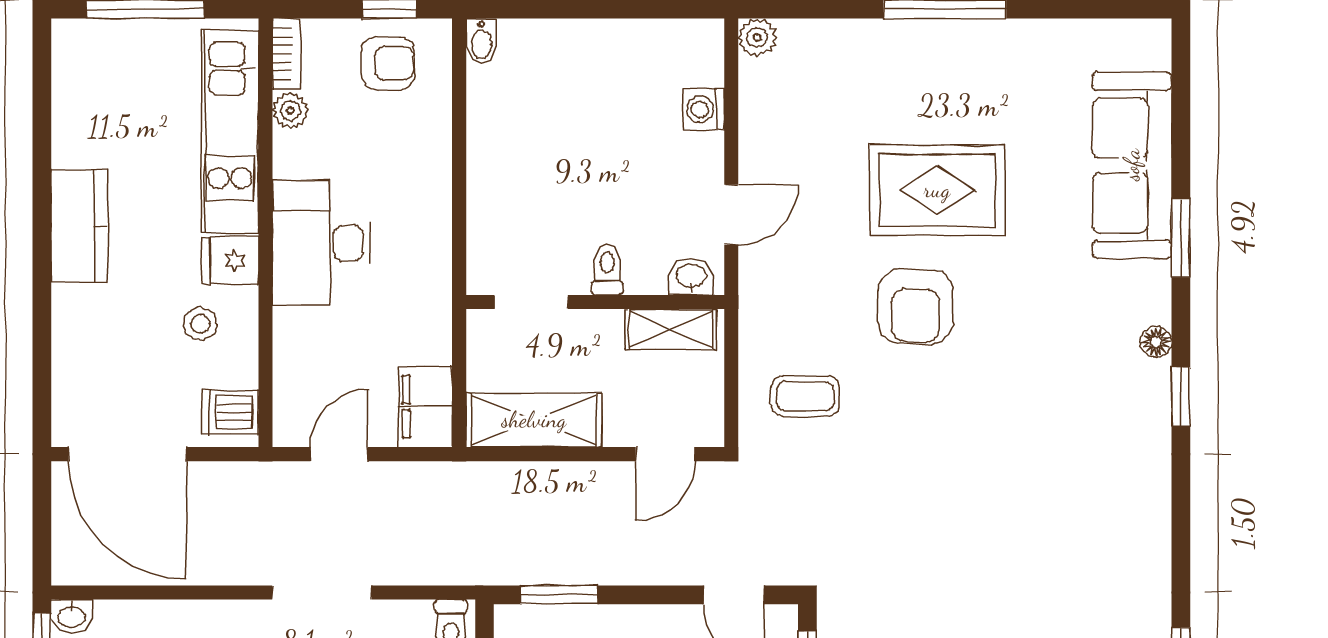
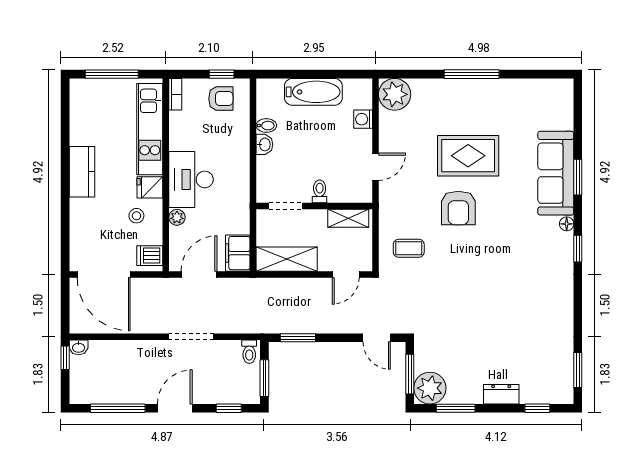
plant: (757, 37) -> (395, 94), width x1.87, depth x1.87
bidet: (481, 41) -> (266, 126), moved, turned -90
bathtub: (593, 49) -> (313, 92), added
plant: (290, 111) -> (177, 217), moved
sofa: (1132, 165) -> (556, 173), moved
washbasin: (691, 277) -> (264, 144), moved, turned 90
door: (339, 454) -> (199, 274), width x1.38

